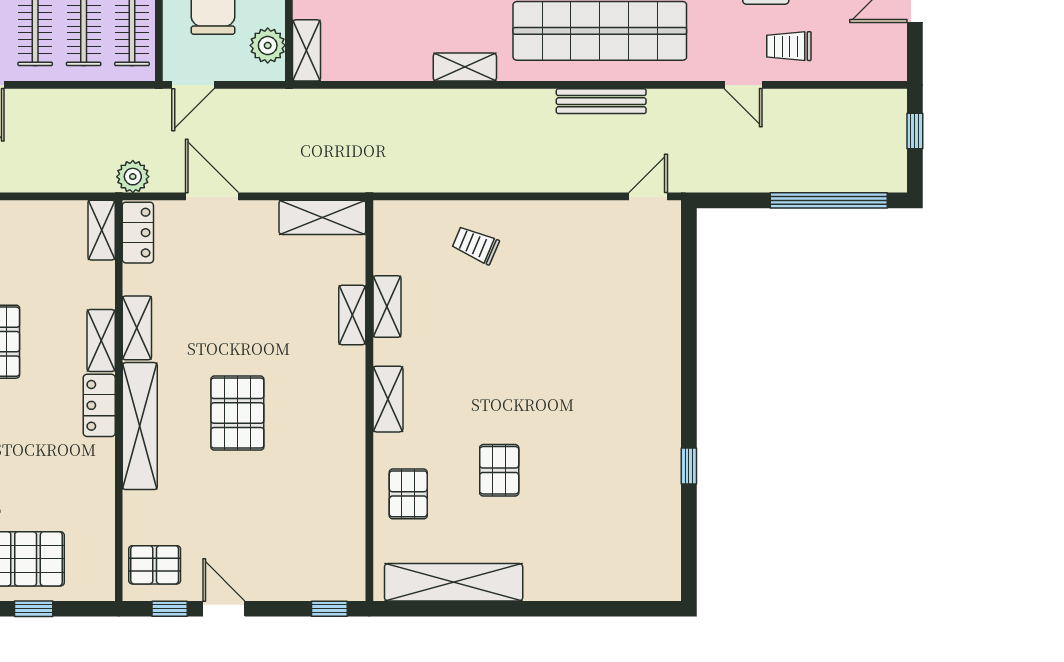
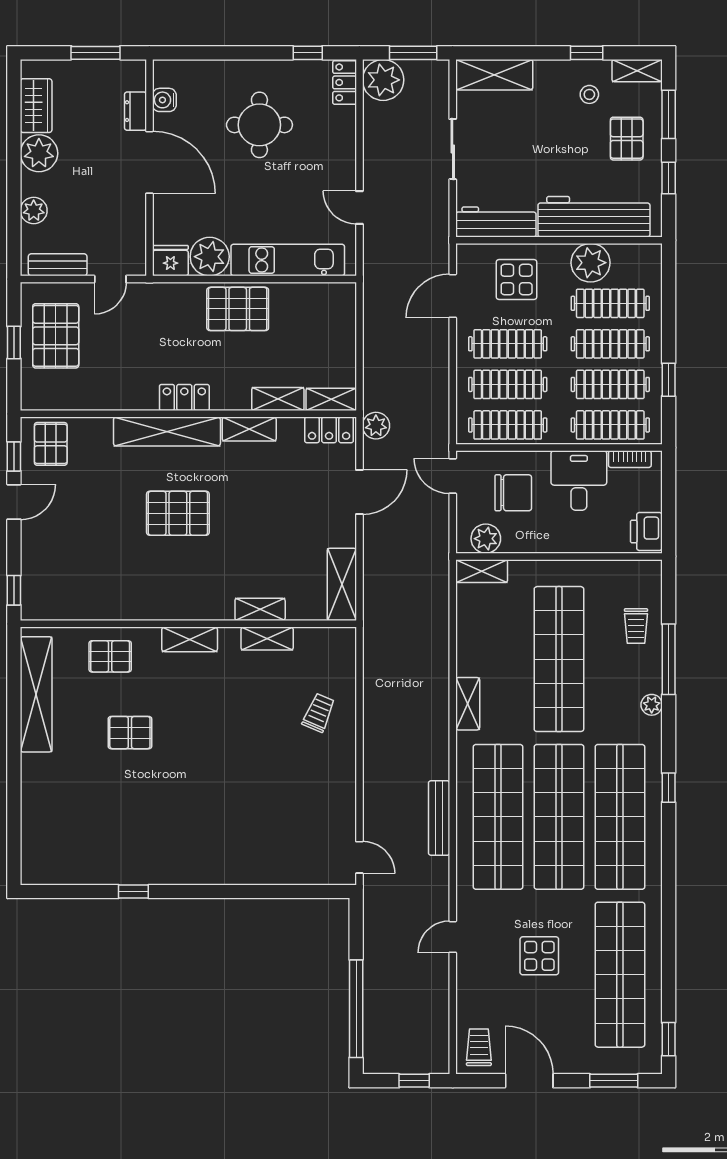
trolley: (789, 46) -> (479, 1047), moved
shelving: (101, 341) -> (278, 399), moved

